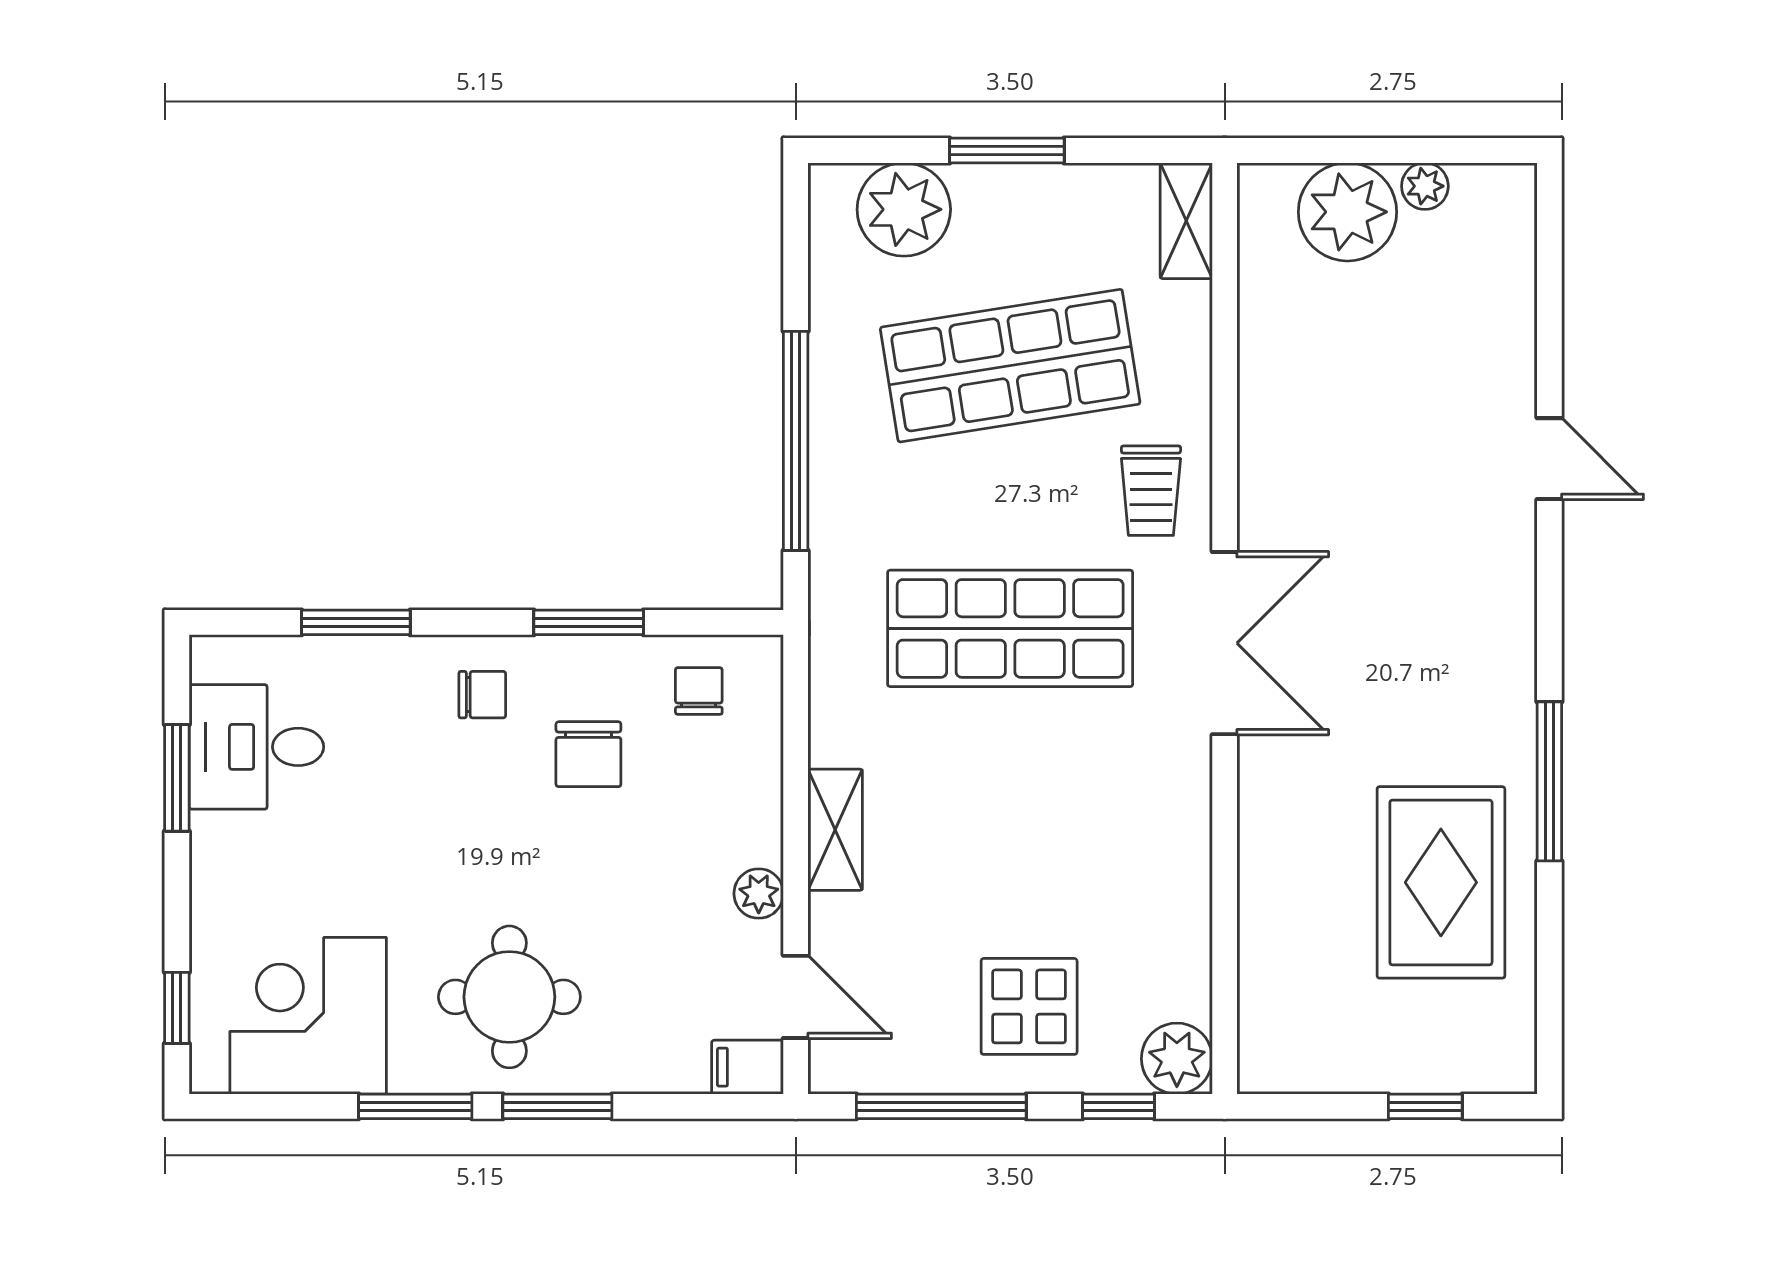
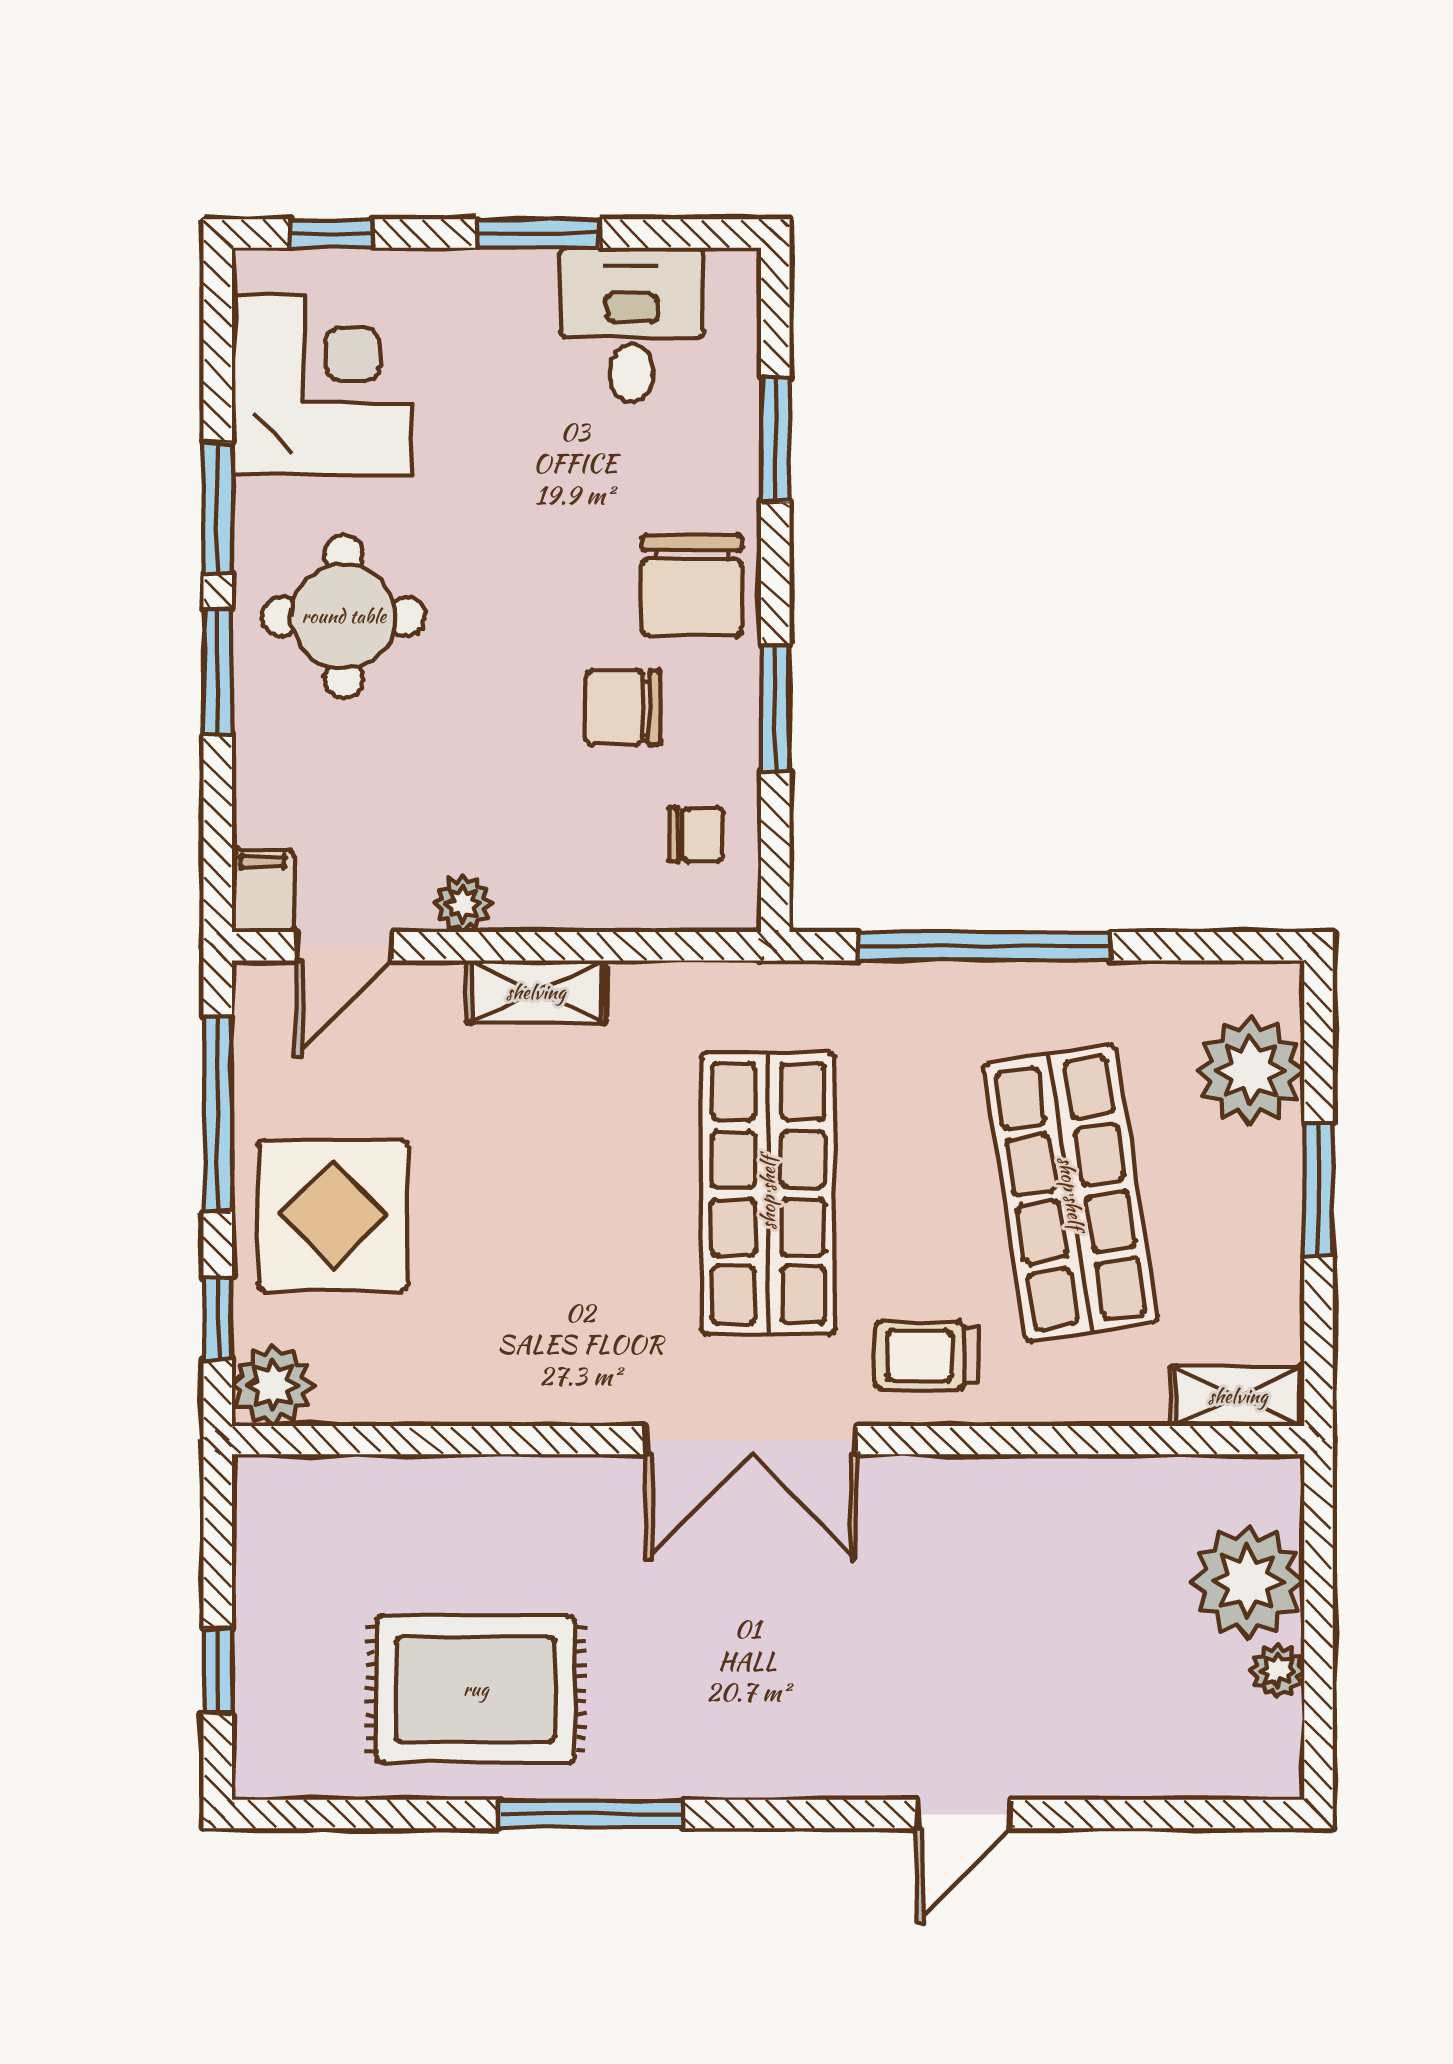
chair: (482, 695) -> (692, 585), width x1.87, depth x1.87
window: (177, 778) -> (539, 234), moved
display table: (1029, 1006) -> (333, 1215), width x1.36, depth x1.36

